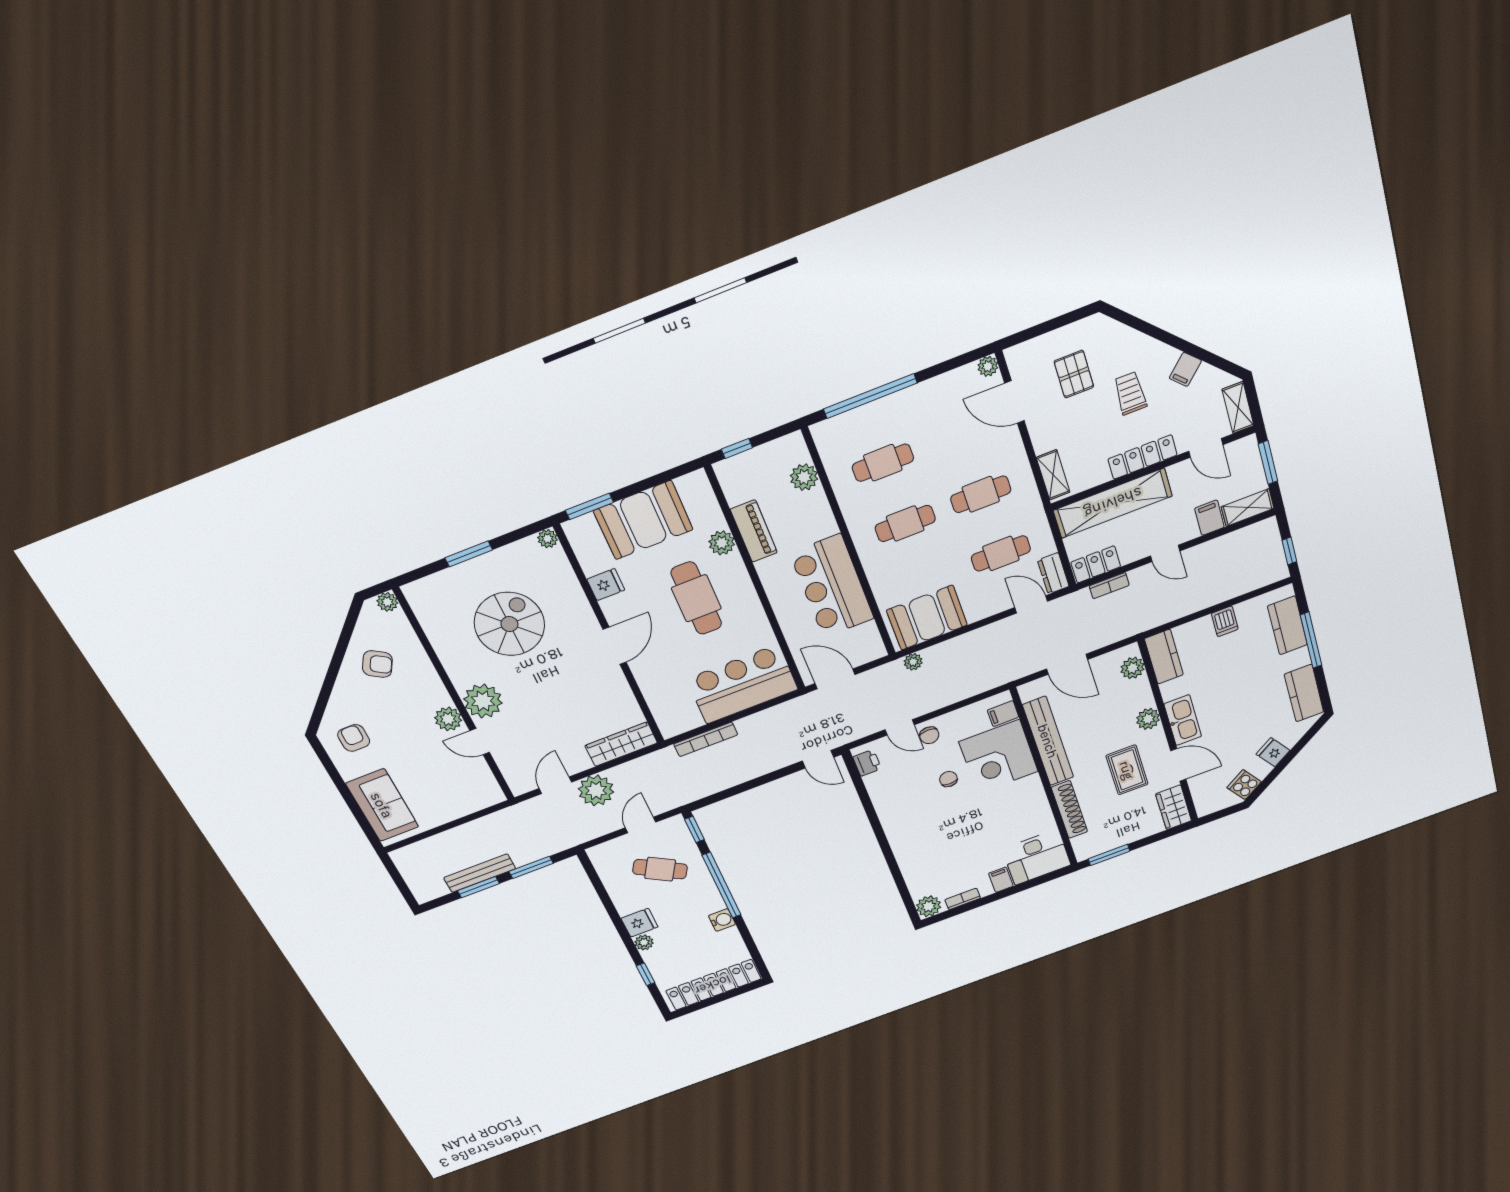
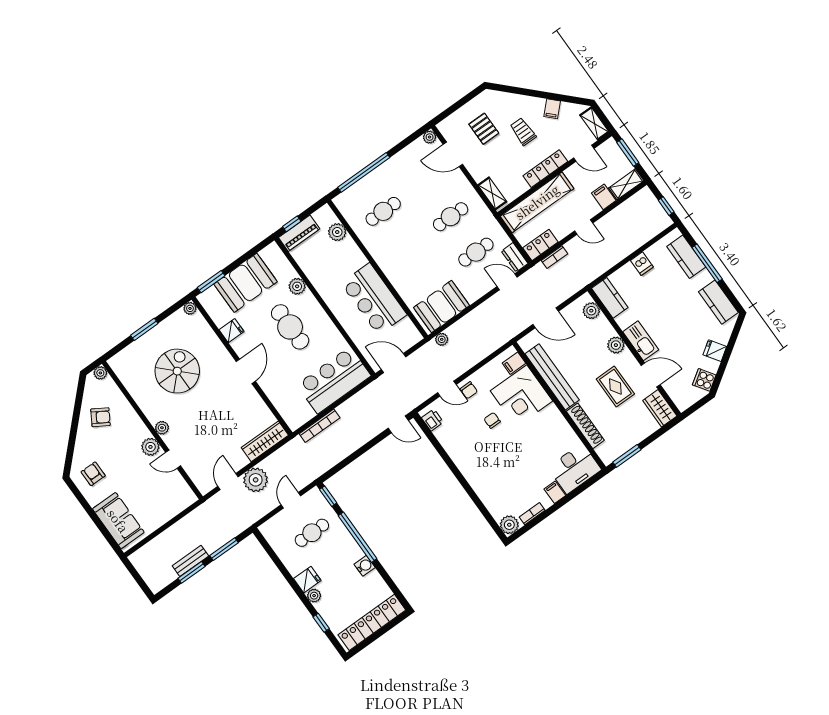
cafe table: (905, 524) -> (409, 247), removed
piano: (754, 531) -> (299, 233), moved, turned 90
plant: (483, 701) -> (162, 428), width x0.53, depth x0.53
cafe table: (660, 869) -> (312, 533), turned -31
bench: (480, 873) -> (190, 561), width x0.73

